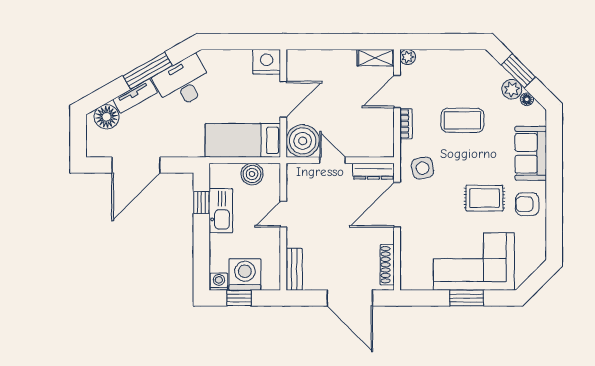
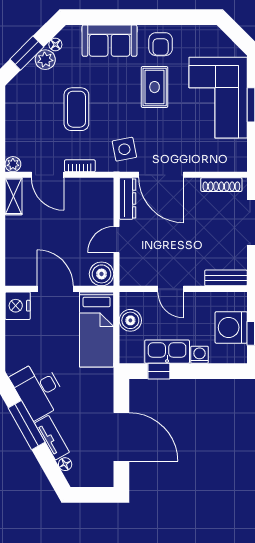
floor lamp: (107, 117) -> (65, 464), width x0.53, depth x0.53
boiler: (303, 141) -> (102, 274), width x0.73, depth x0.73
washing machine: (219, 282) -> (199, 355), moved, turned 90

